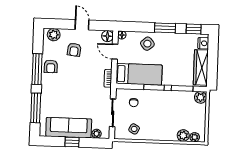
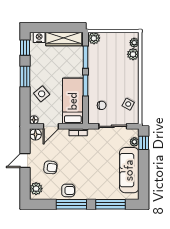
window: (72, 142) -> (144, 143), moved

